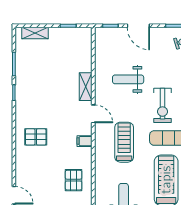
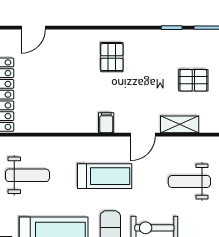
weight bench: (128, 79) -> (189, 181), turned -90
pallet: (74, 180) -> (193, 80), moved

